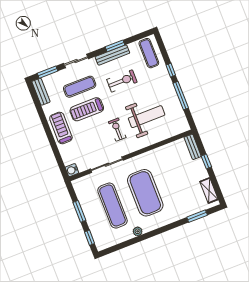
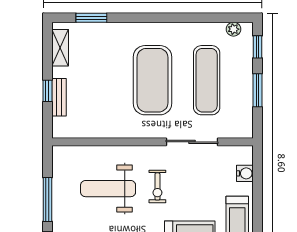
bench: (193, 147) -> (59, 97), moved
water cooler: (72, 170) -> (245, 173), moved
plant: (138, 231) -> (233, 29), moved

